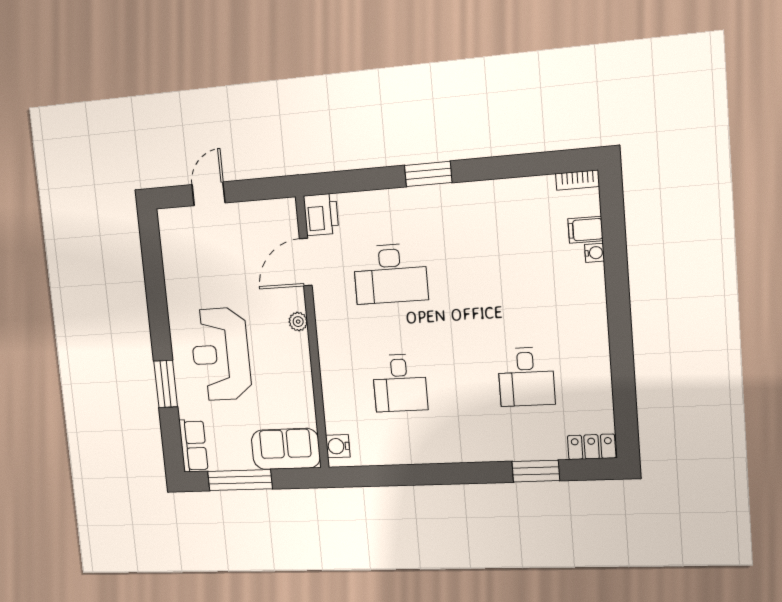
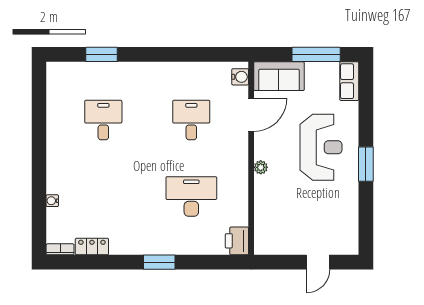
filing cabinet: (585, 230) -> (57, 216), removed
door: (306, 262) -> (251, 115), moved
window: (166, 384) -> (366, 164), moved
locker: (592, 447) -> (92, 246), moved, turned 180

